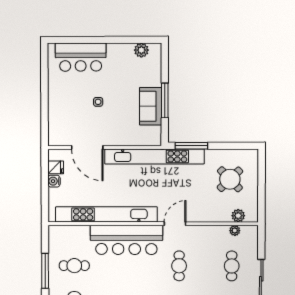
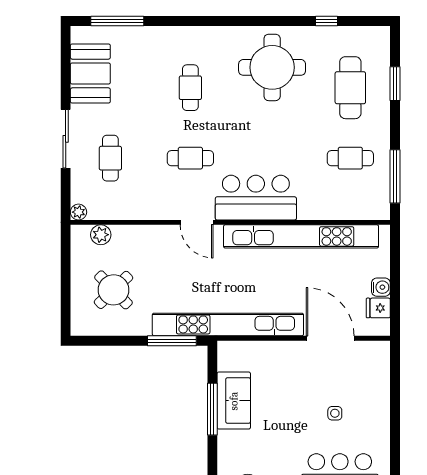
side table: (98, 102) -> (335, 413), moved
door: (175, 224) -> (197, 222), hinge flipped
plant: (235, 231) -> (78, 212), moved
bar counter: (126, 240) -> (256, 198), width x0.73
cafe table: (179, 266) -> (190, 158), turned 90
window: (45, 271) -> (395, 176), moved

